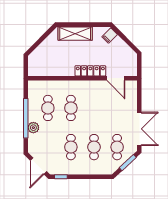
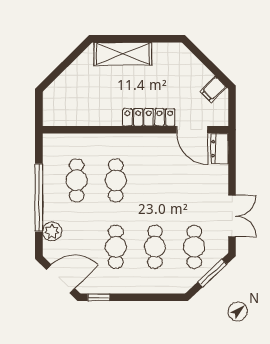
filing cabinet: (110, 36) -> (213, 89), moved
dresser: (132, 89) -> (220, 149), added
plant: (33, 128) -> (52, 231), moved
double door: (139, 129) -> (232, 216), width x0.73
door: (38, 166) -> (61, 279), swing flipped

